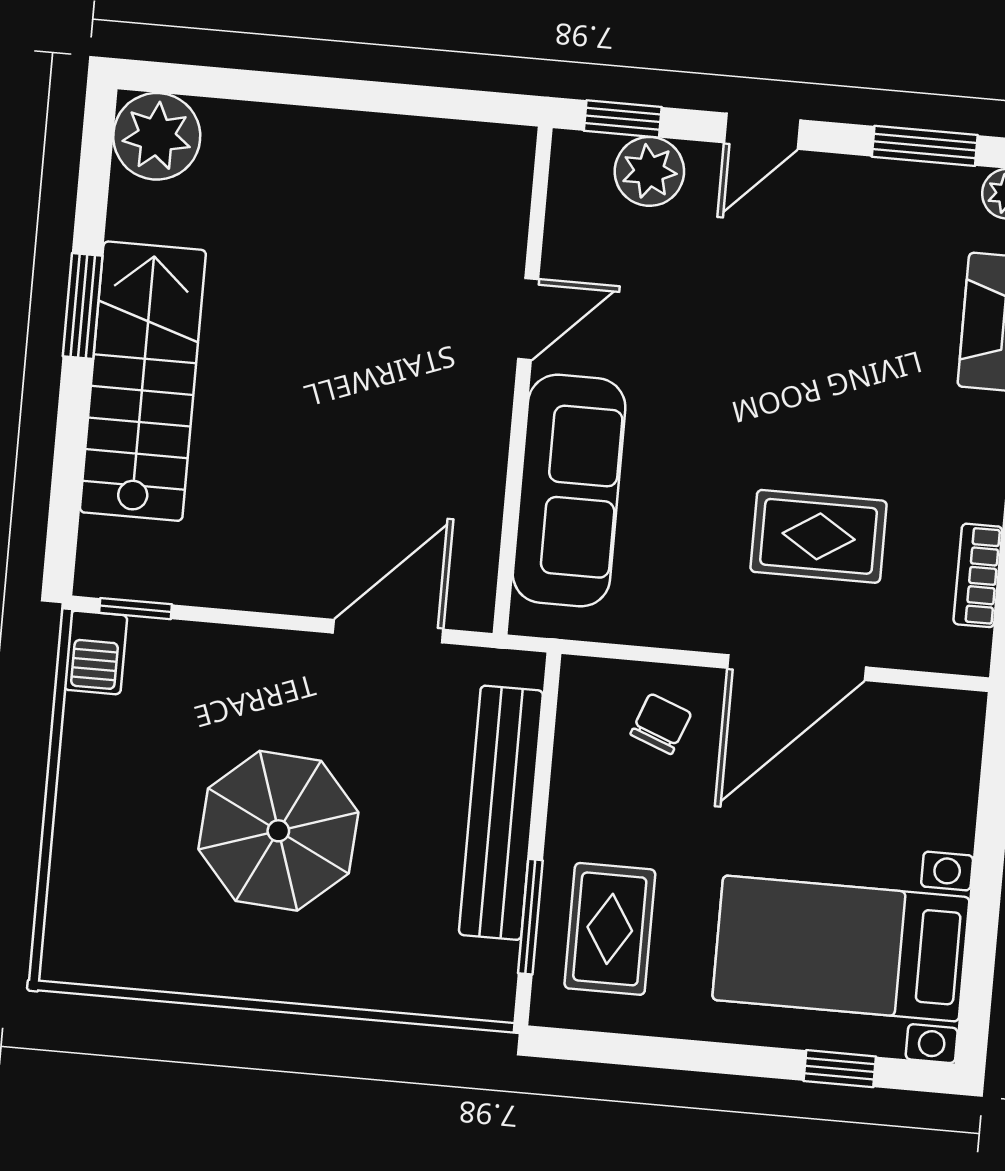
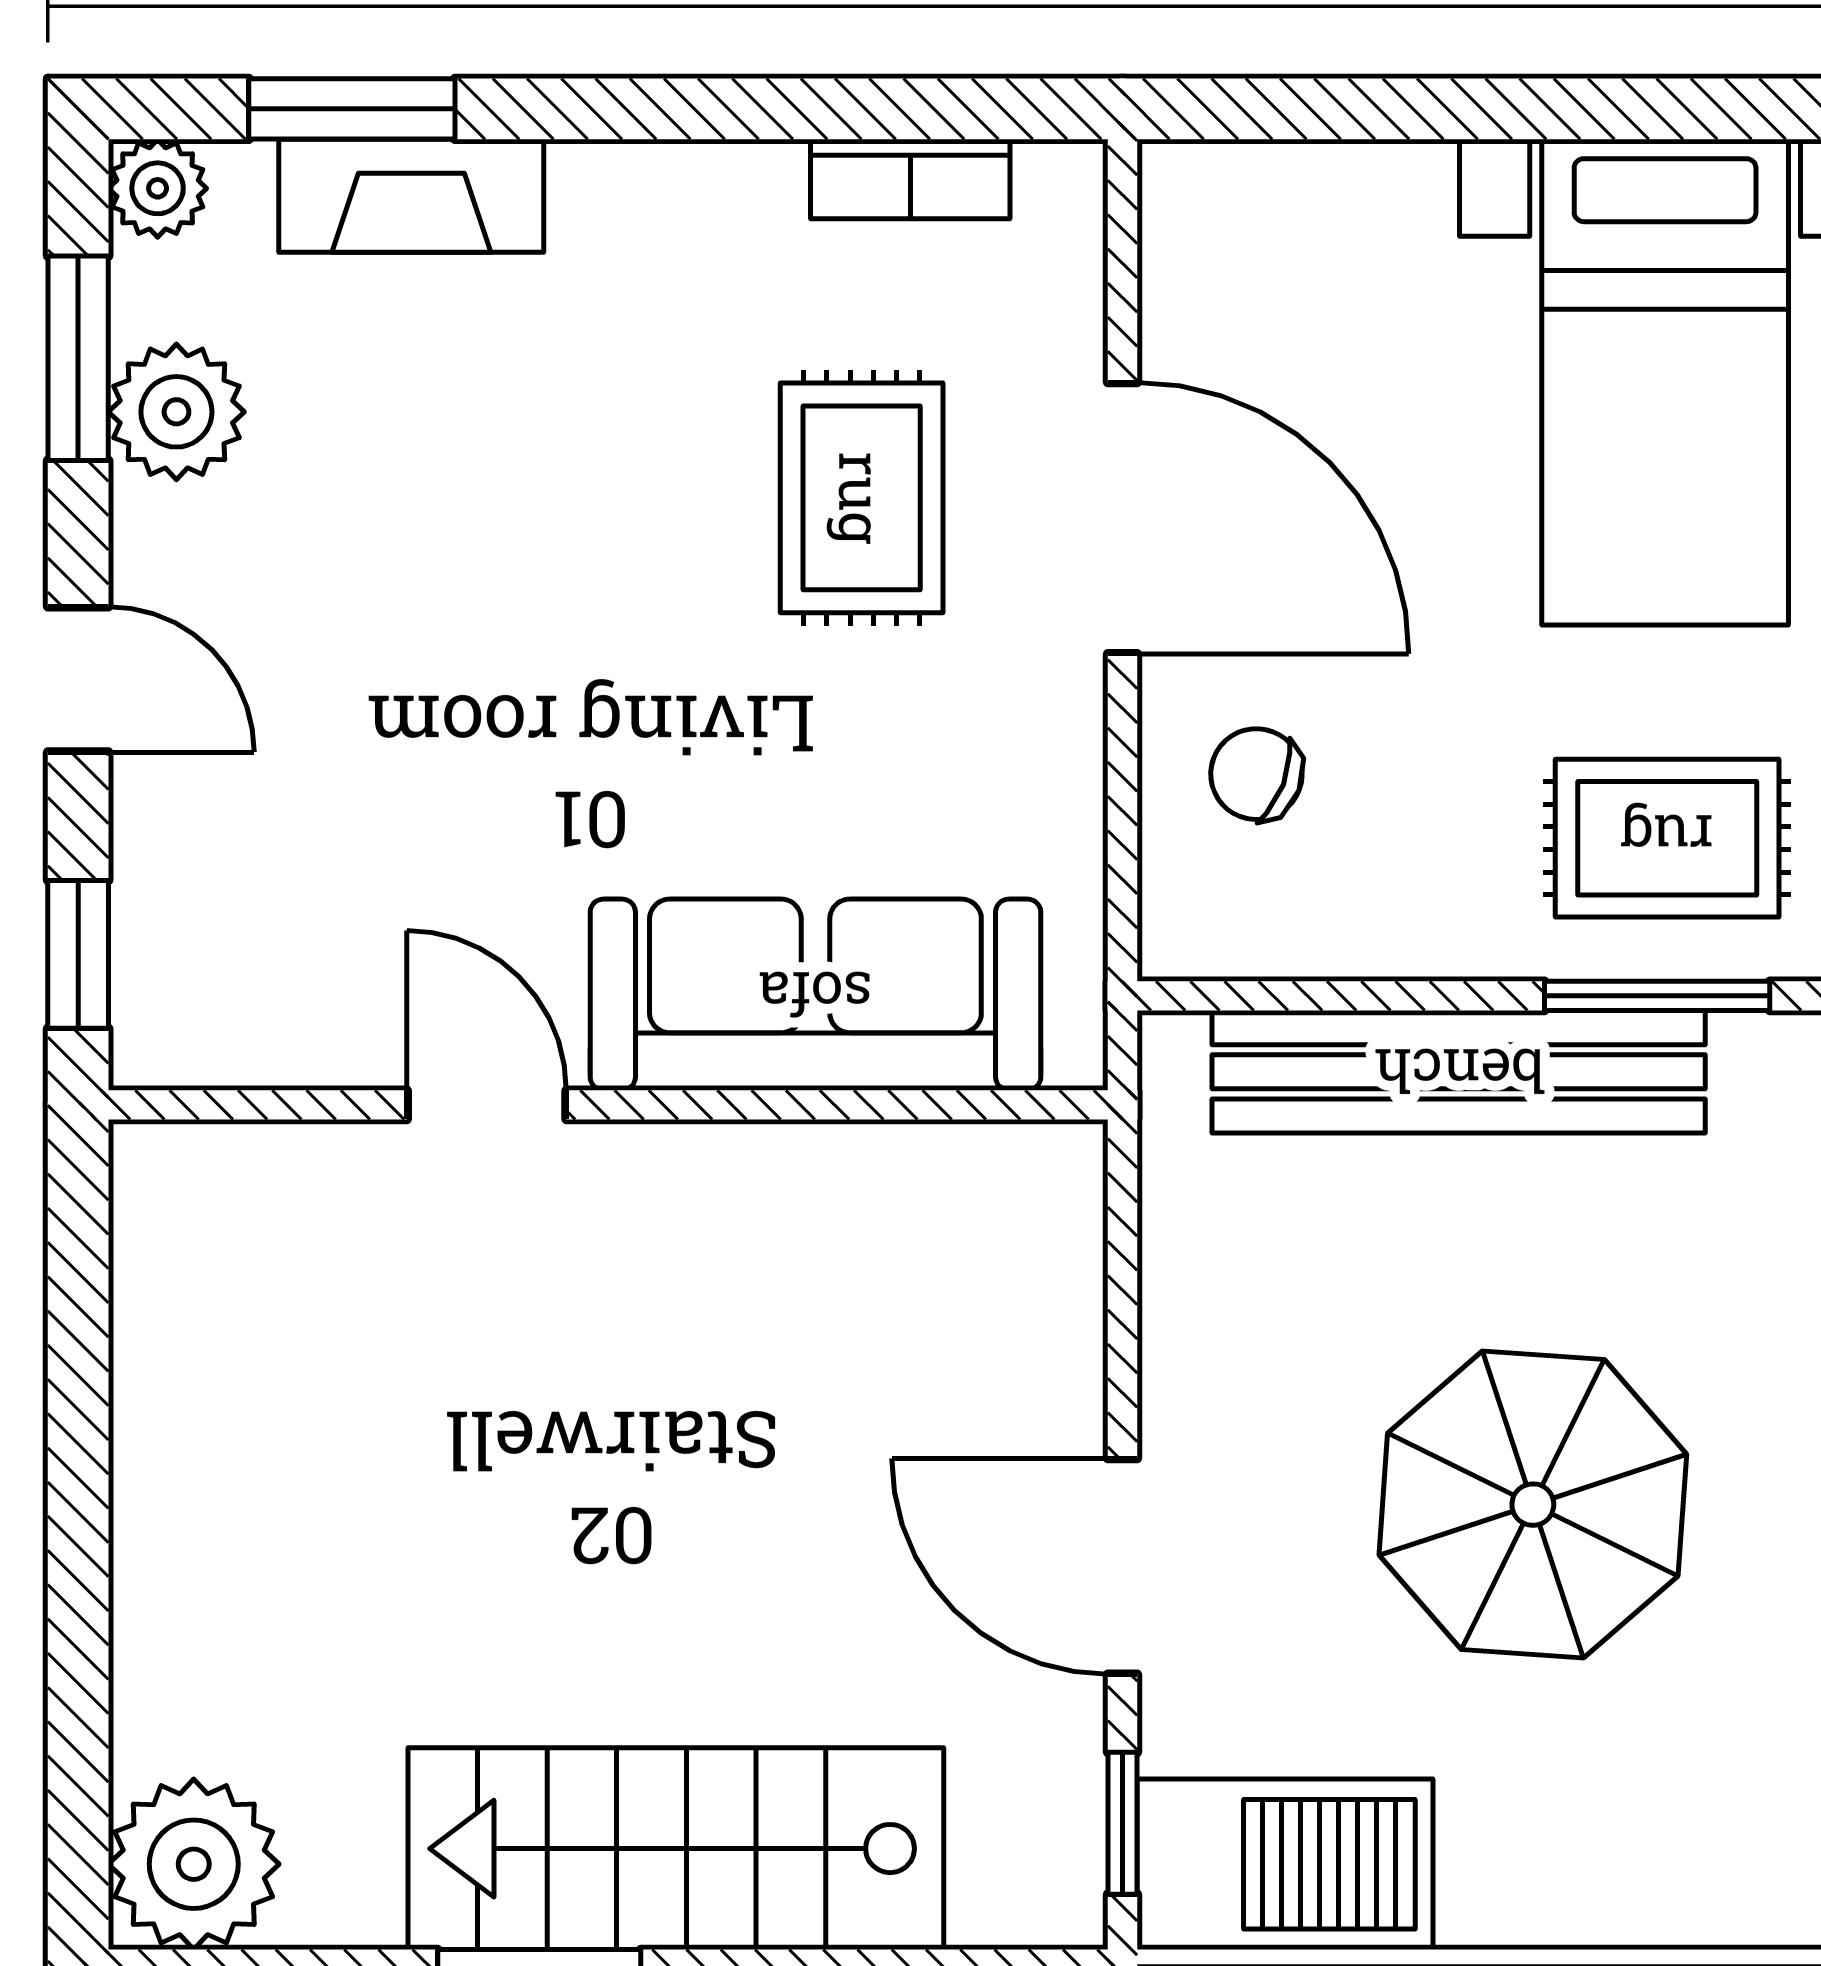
plant: (649, 171) -> (176, 412), moved
door: (388, 631) -> (1123, 1566), moved
barbecue: (96, 652) -> (1285, 1864), width x1.88, depth x1.53

